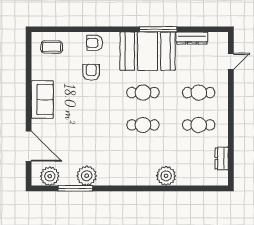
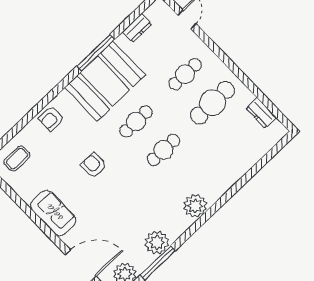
dresser: (192, 38) -> (137, 28), width x0.70
armchair: (91, 72) -> (94, 165), moved
cafe table: (199, 125) -> (213, 103), width x1.37, depth x1.35
plant: (166, 176) -> (195, 206), moved

